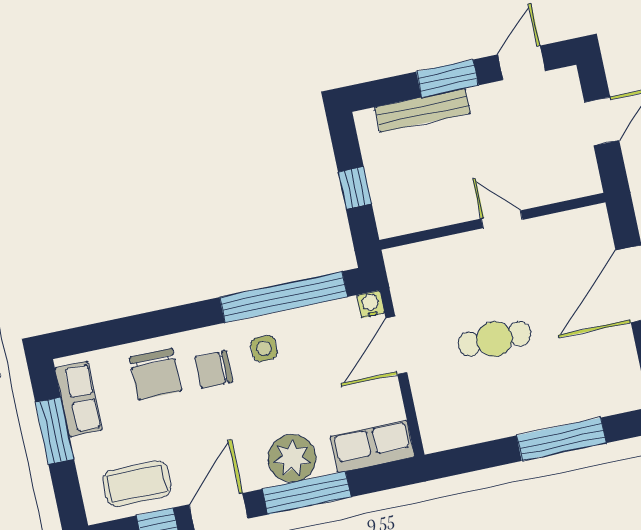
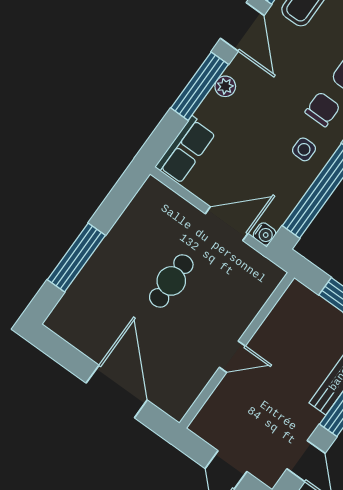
door: (396, 345) -> (227, 224), hinge flipped
plant: (292, 458) -> (225, 86), width x0.53, depth x0.53

